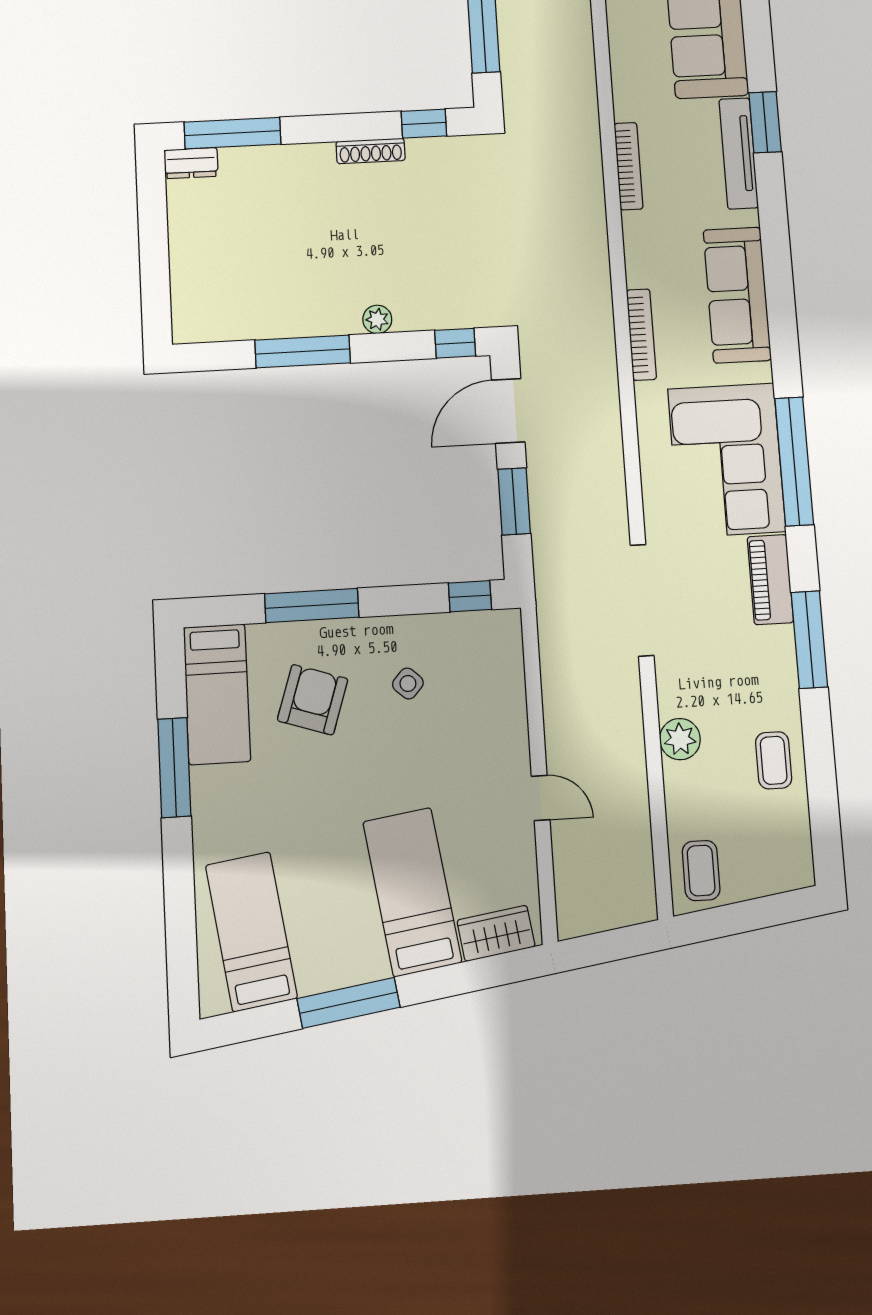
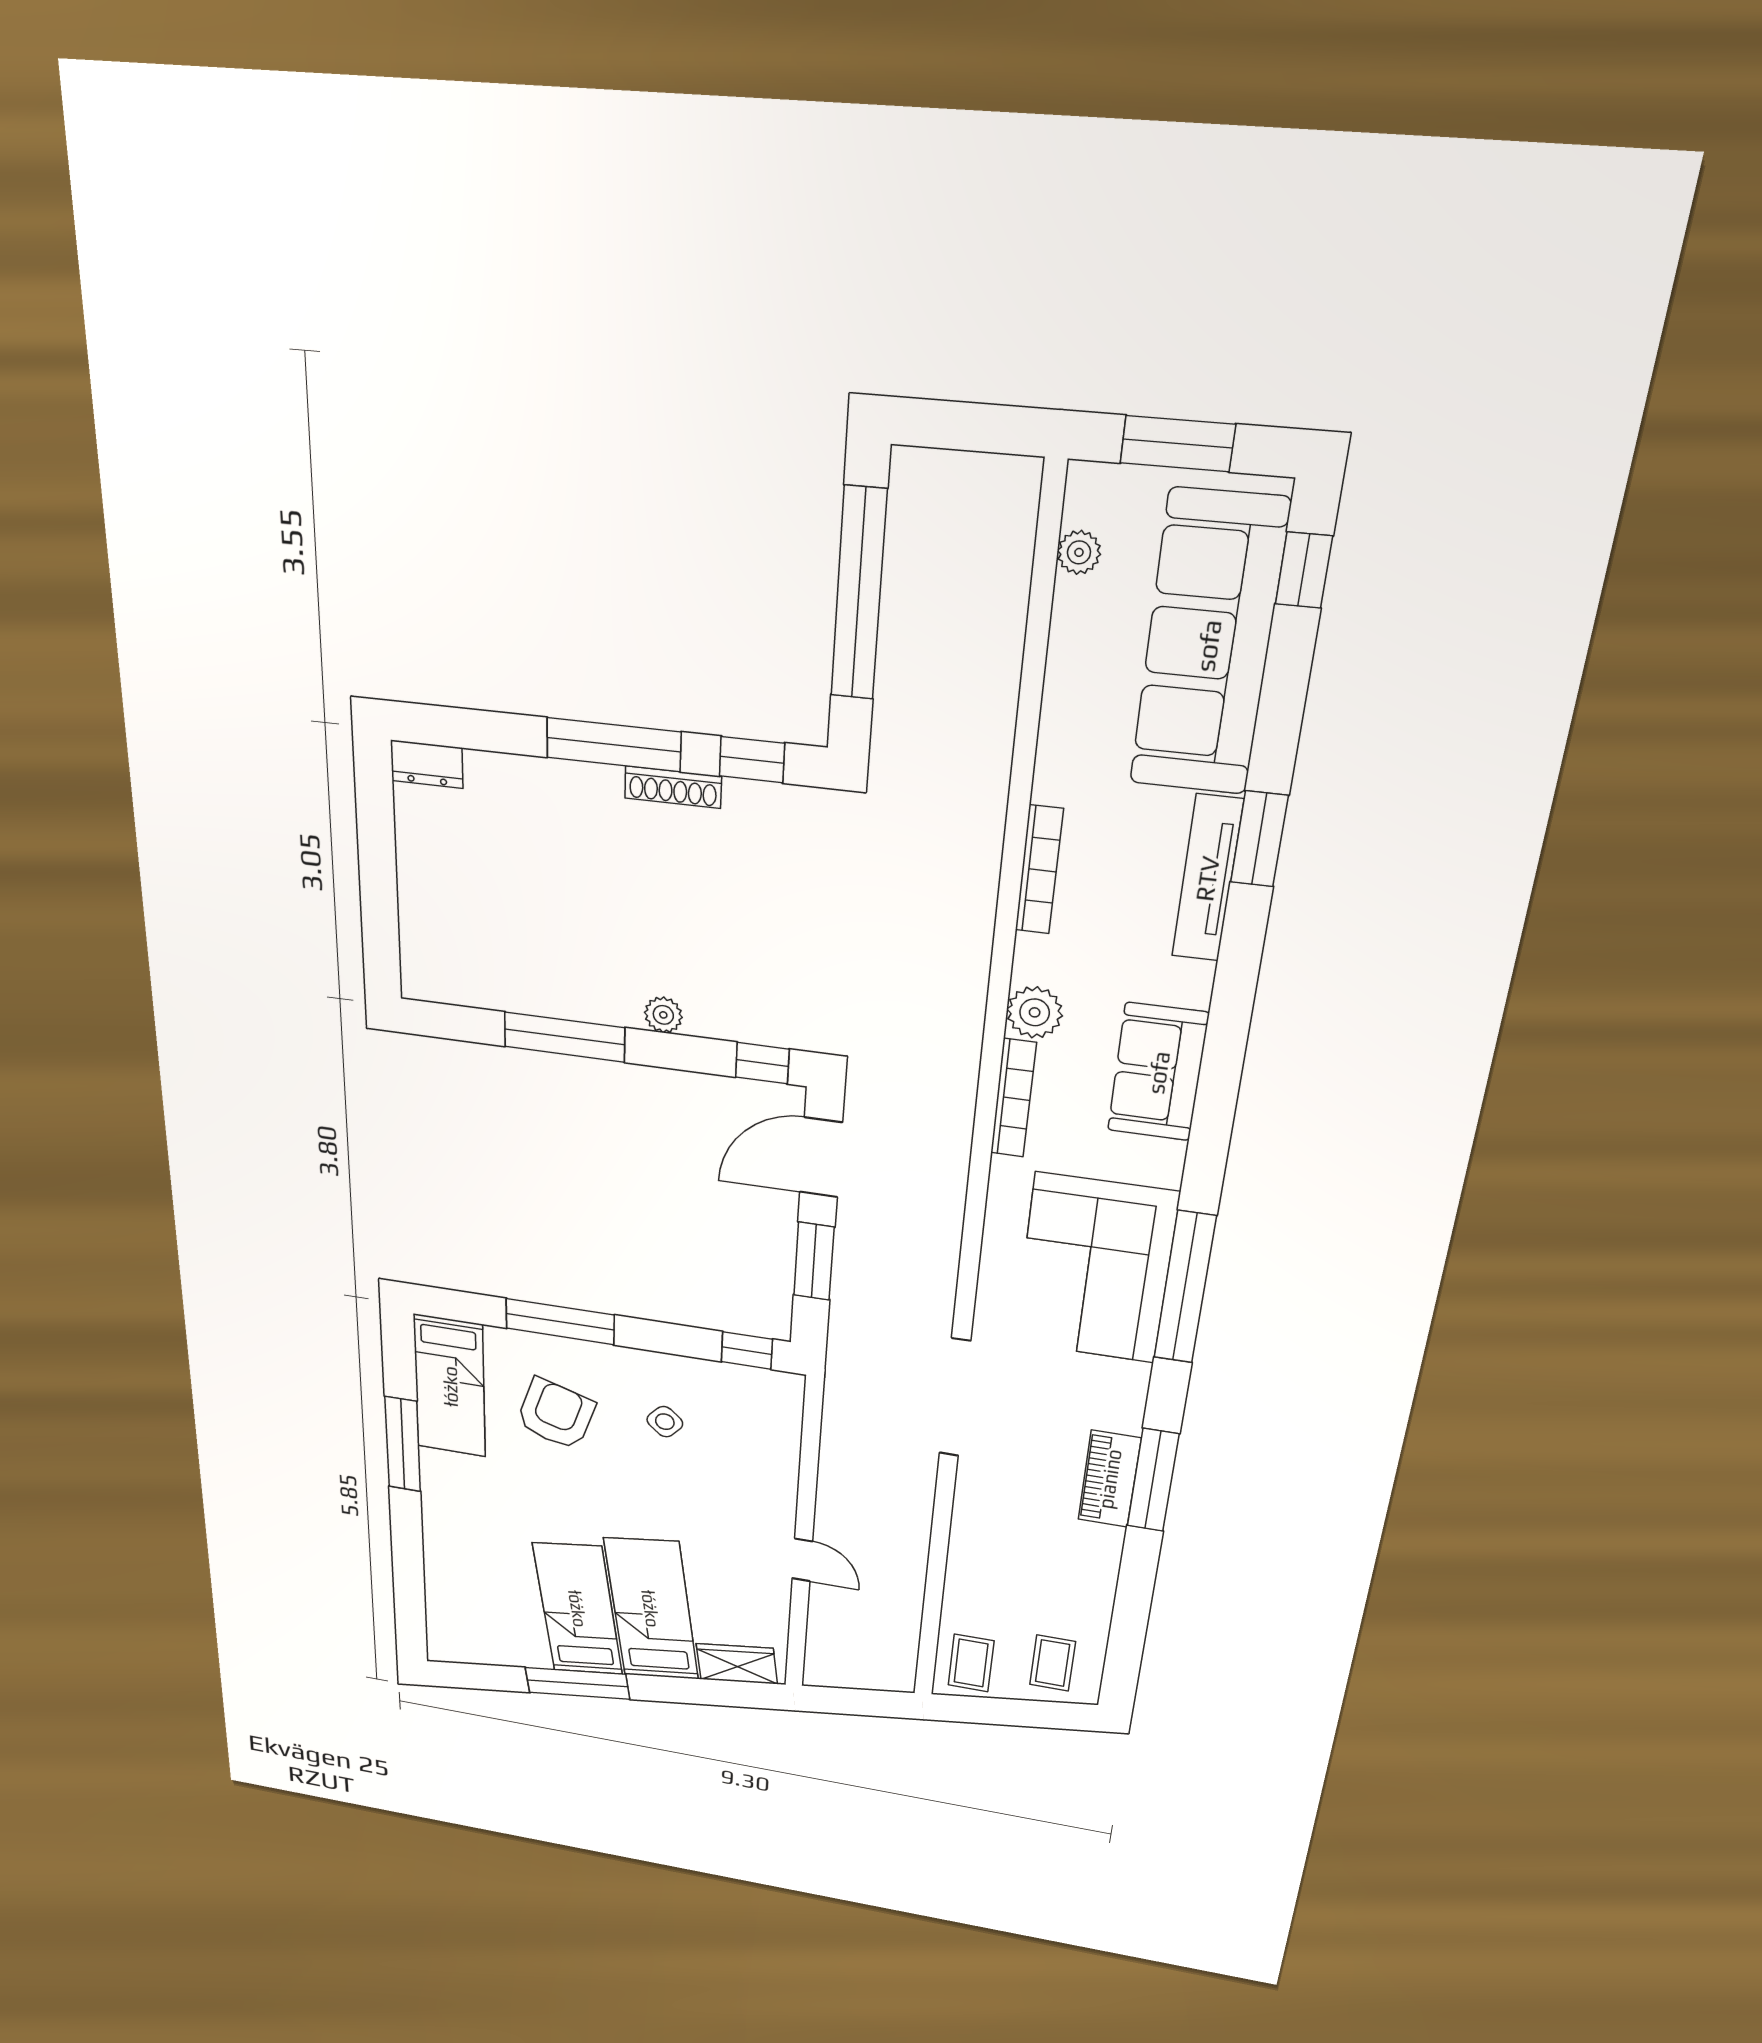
window: (232, 133) -> (614, 745), moved
sofa: (737, 295) -> (1158, 1072), width x0.73
piano: (770, 580) -> (1109, 1479), moved
plant: (680, 739) -> (1035, 1012), moved
coffee table: (774, 760) -> (1053, 1663), moved
bed: (251, 932) -> (578, 1609), moved

